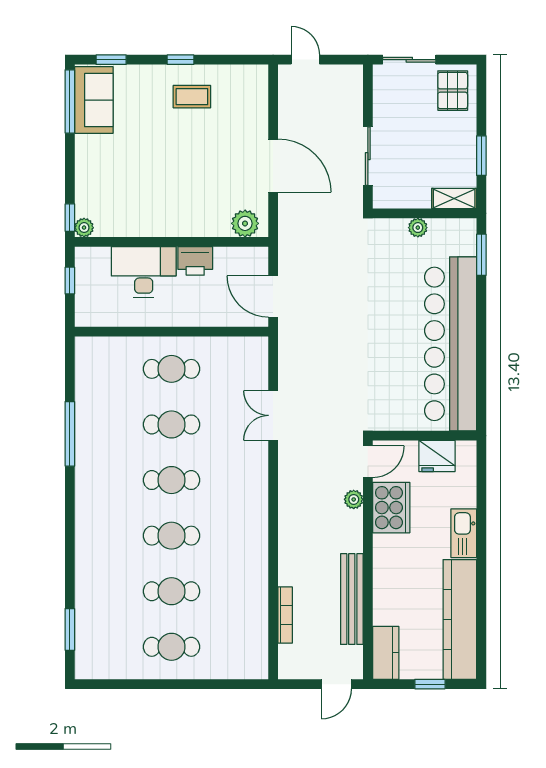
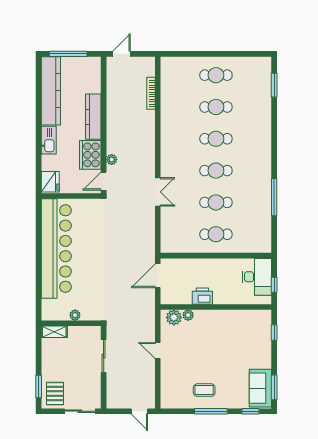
window: (180, 60) -> (211, 411), width x2.17
window: (70, 101) -> (274, 387), width x0.69
window: (481, 156) -> (39, 386), moved
door: (273, 166) -> (158, 351), width x0.53
window: (70, 218) -> (274, 332), moved
plant: (84, 228) -> (188, 315), moved
window: (481, 255) -> (39, 300), removed
desk: (144, 272) -> (257, 277), moved, turned -90
door: (273, 296) -> (158, 276), swing flipped
double door: (273, 415) -> (158, 192), moved
fridge: (437, 456) -> (50, 182), moved, turned 90
bench: (352, 599) -> (113, 102), removed
kitchen counter: (386, 653) -> (93, 117), moved, width x1.50
window: (430, 684) -> (68, 54), width x2.17

